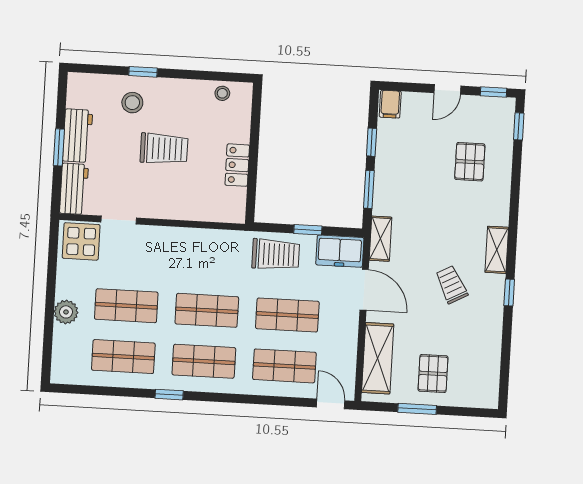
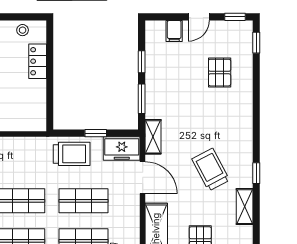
filing cabinet: (390, 104) -> (174, 31), moved
locker: (237, 165) -> (38, 61), moved
shelving: (497, 250) -> (245, 207), moved
trolley: (451, 285) -> (211, 170), width x1.36, depth x1.39

